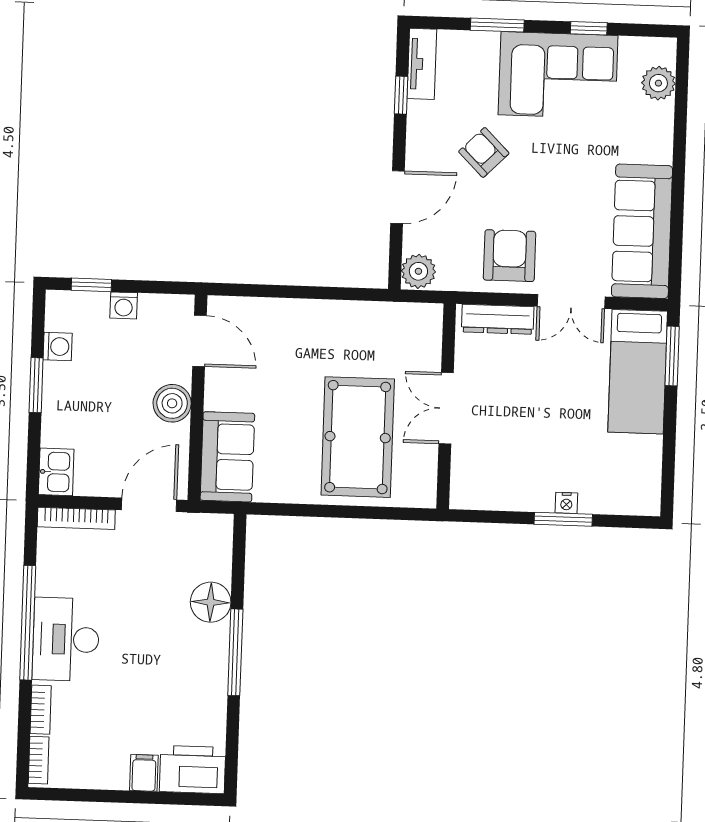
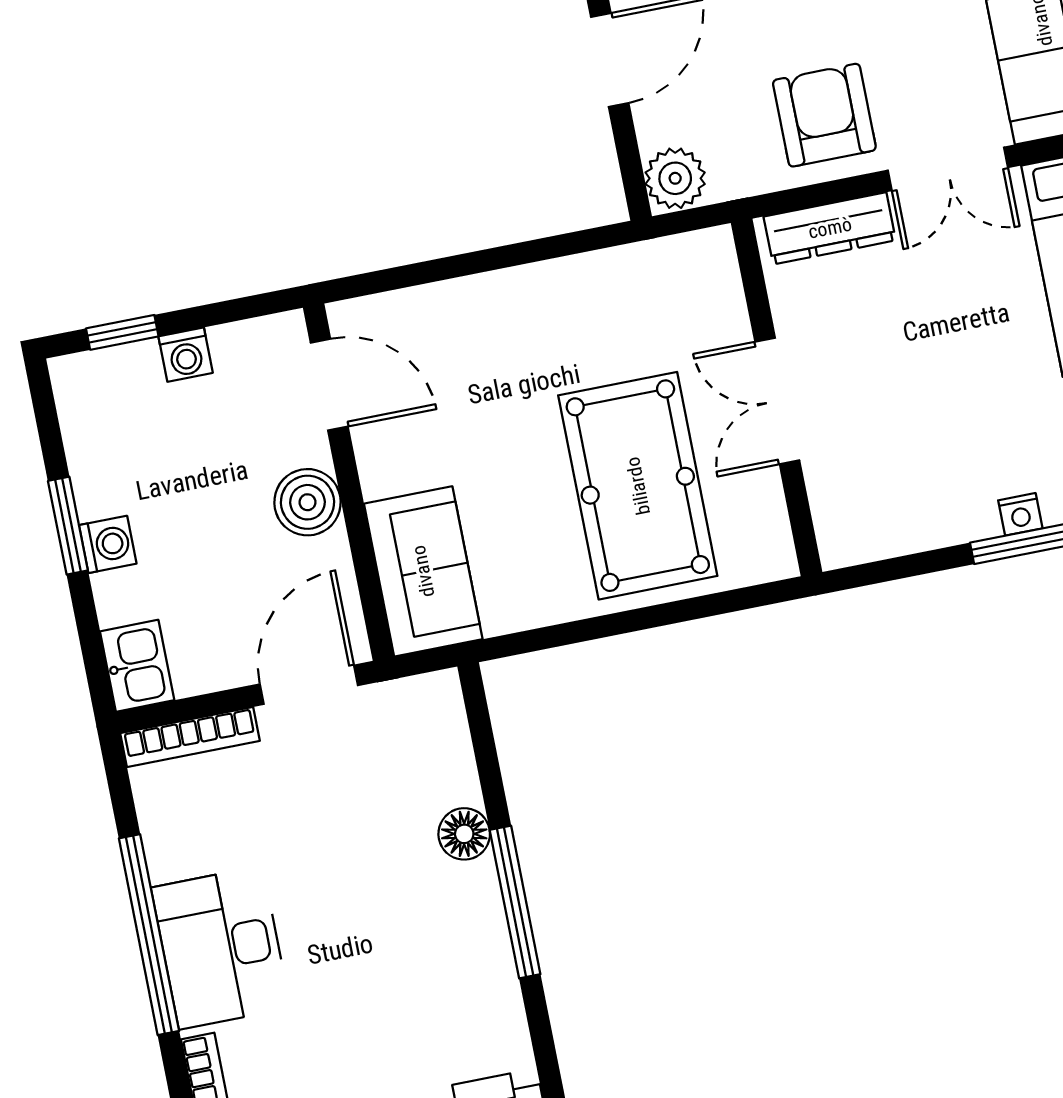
washing machine: (58, 347) -> (108, 544), moved
floor lamp: (211, 602) -> (464, 834), width x0.73, depth x0.73

